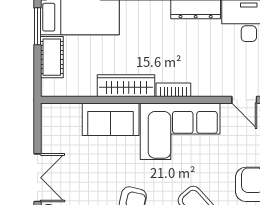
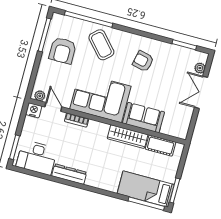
cot: (52, 57) -> (161, 146), moved, turned 90
bookcase: (173, 90) -> (77, 120), moved

